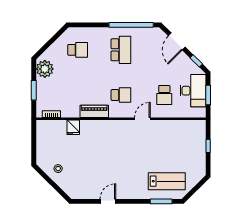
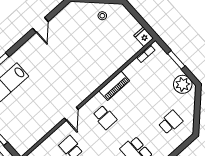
school desk: (78, 50) -> (170, 122), turned 180
school desk: (121, 95) -> (105, 117), turned -90
fridge: (73, 127) -> (144, 37), moved

